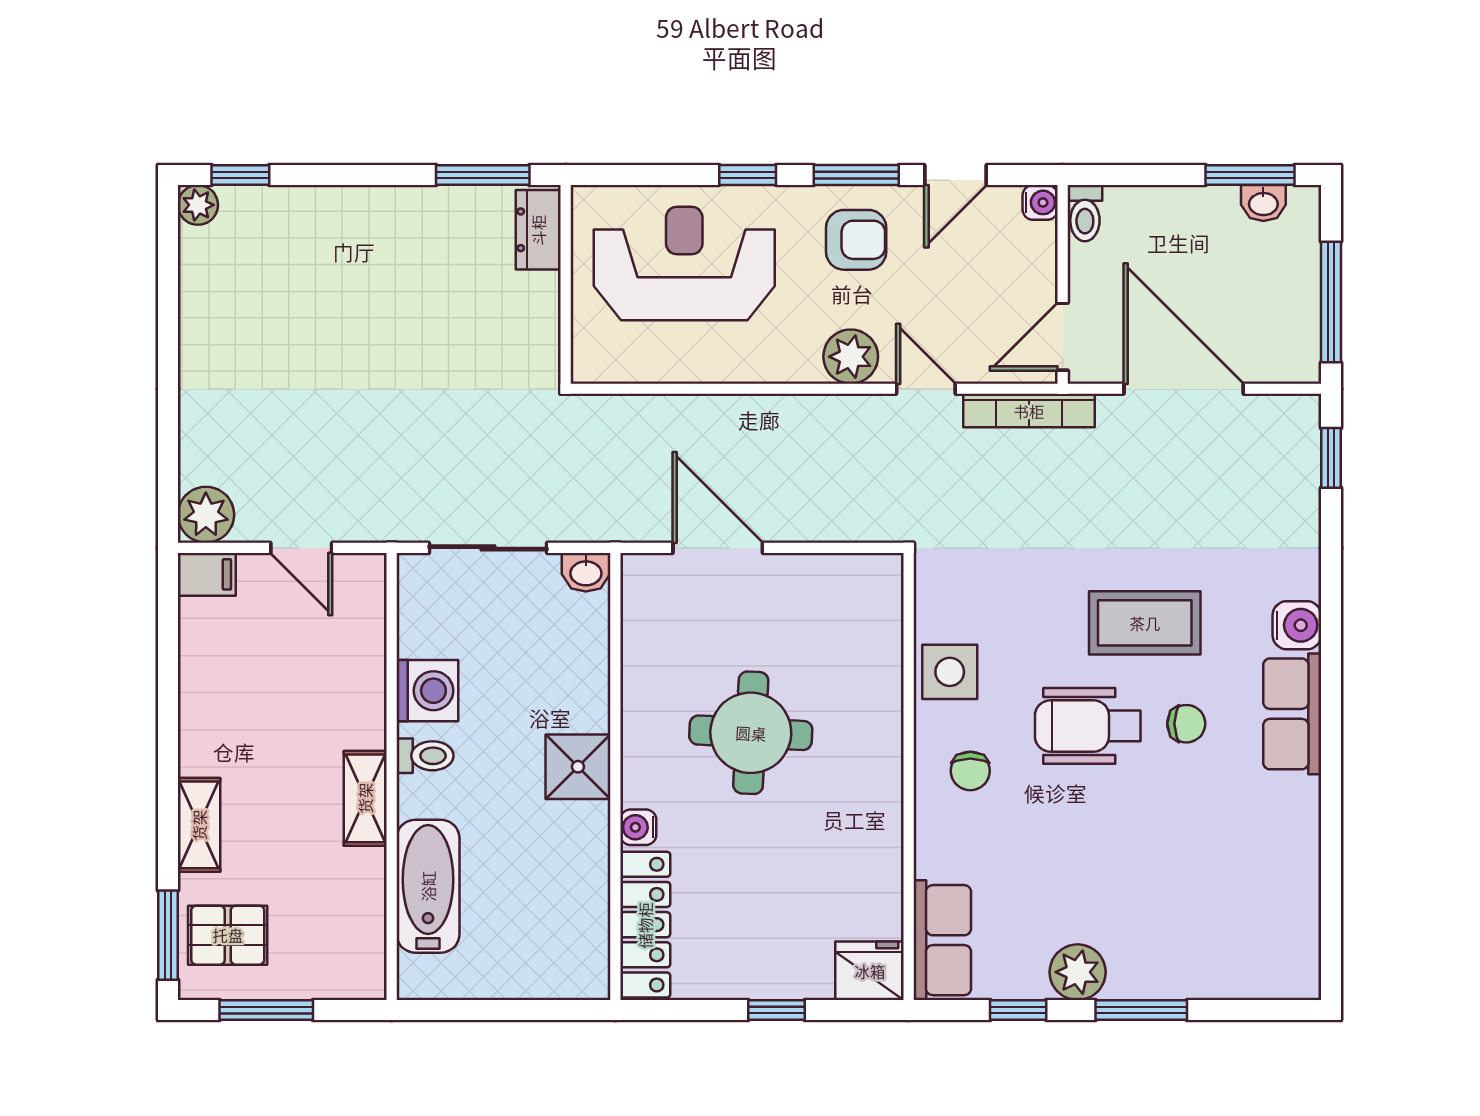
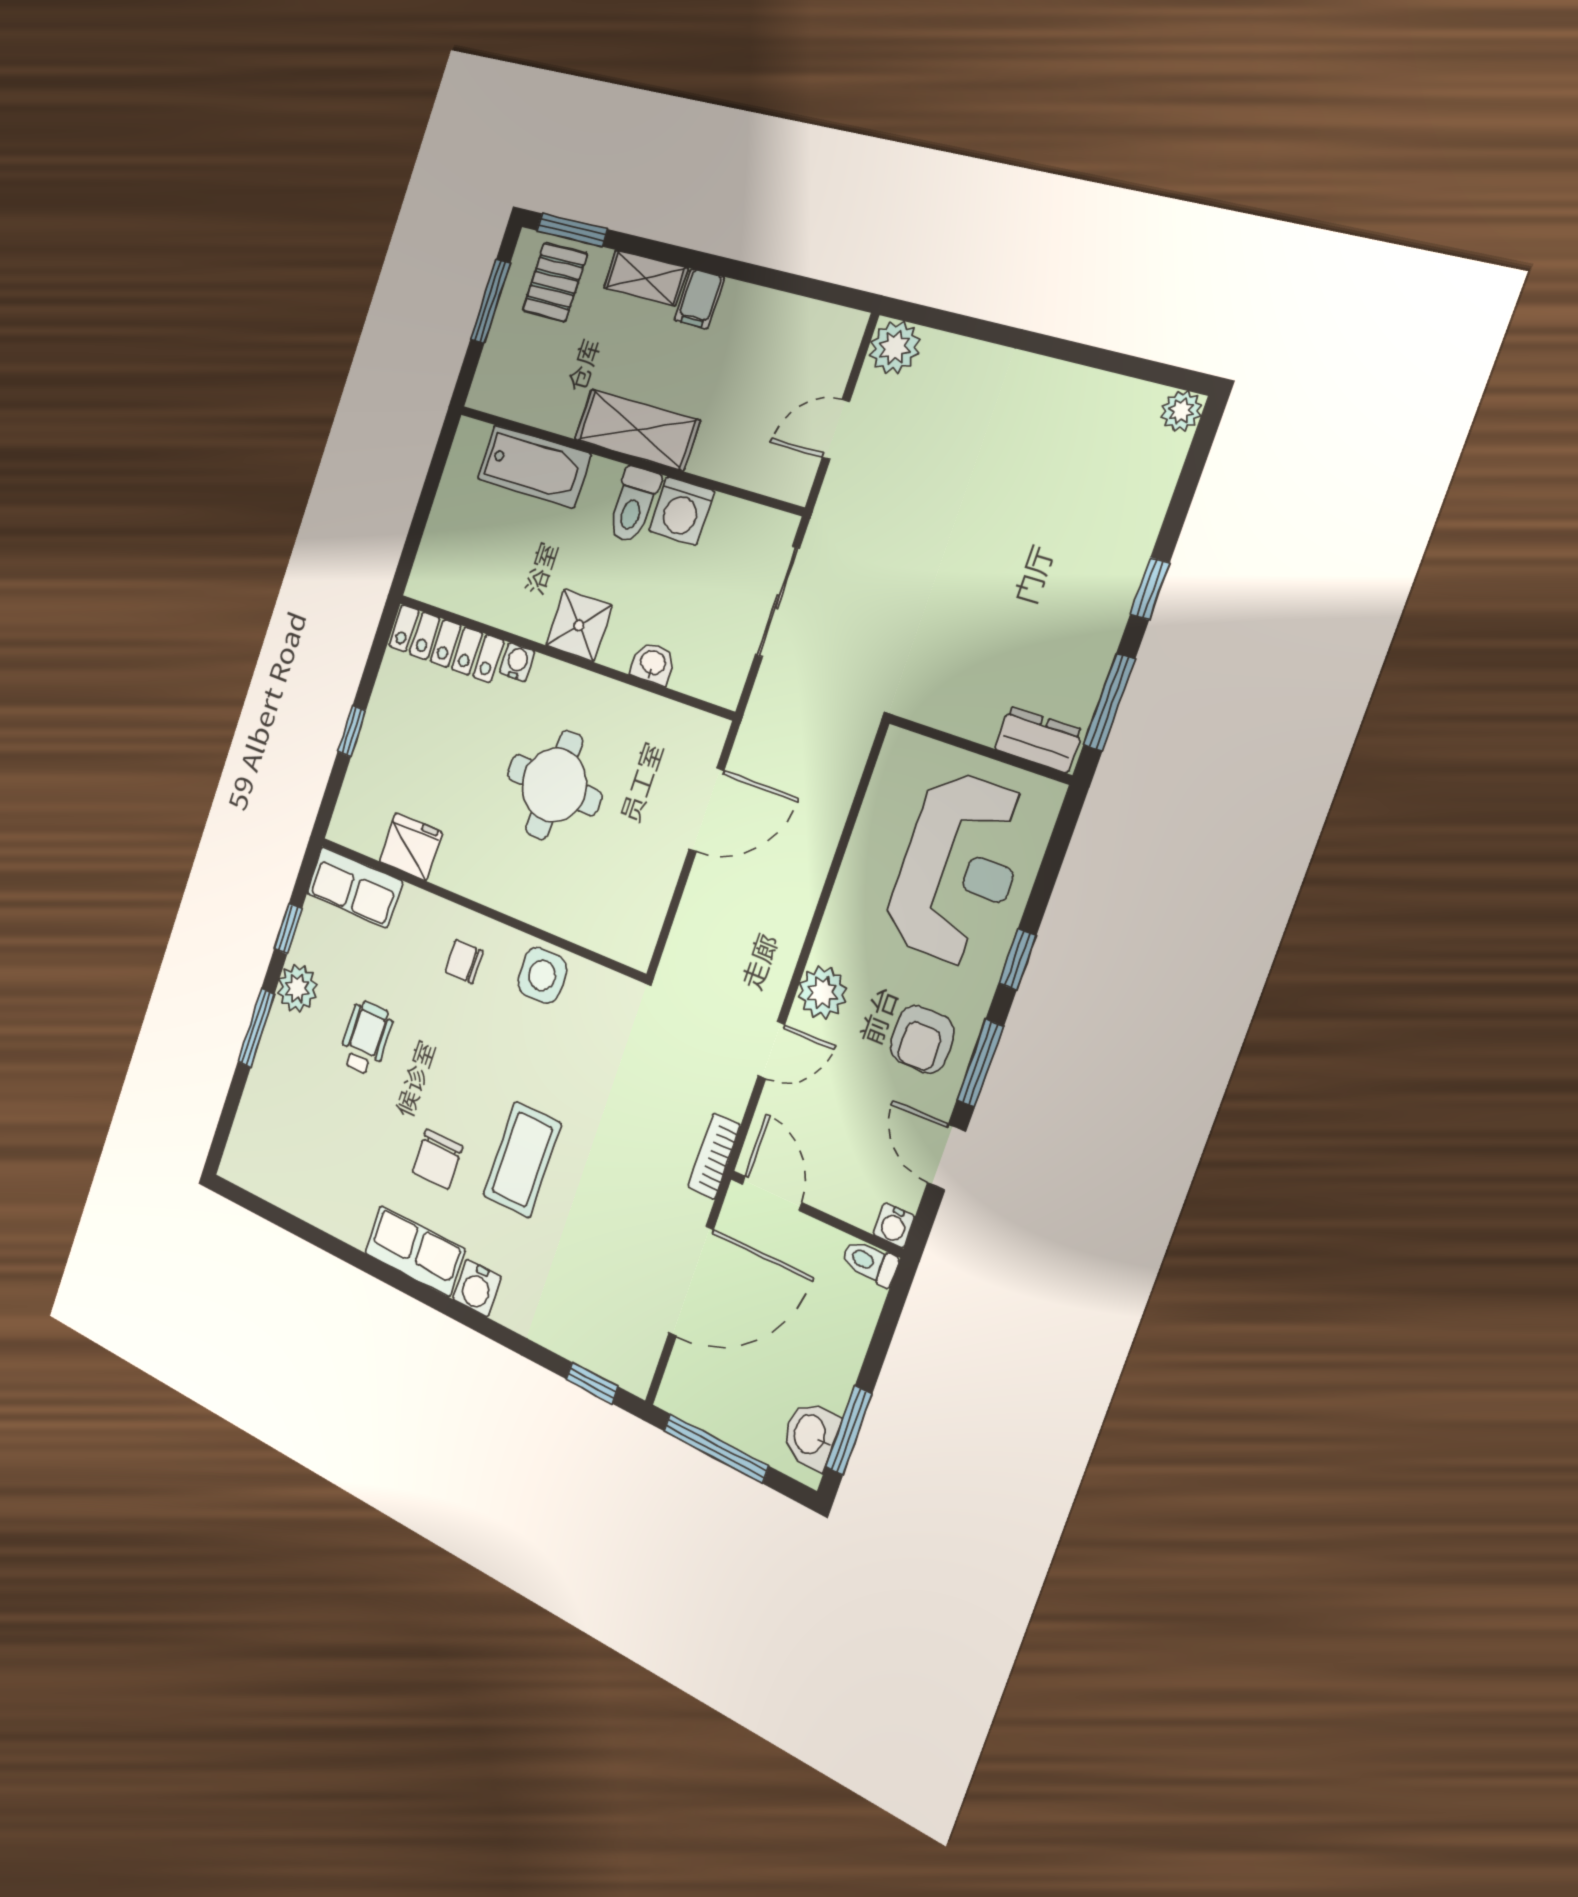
window: (240, 175) -> (1150, 589), moved
washbasin: (1263, 203) -> (811, 1435), width x1.38, depth x1.45
bookcase: (1029, 411) -> (714, 1156), width x0.64
washbasin: (586, 572) -> (653, 664), moved, turned 90
filing cabinet: (207, 574) -> (699, 299), moved
chair: (1186, 724) -> (437, 1159), width x1.37, depth x1.37
wheelchair: (1088, 726) -> (366, 1038), moved, width x0.73, depth x0.73
toilet: (425, 756) -> (634, 505), width x1.37, depth x1.39
shelving: (365, 798) -> (637, 430), width x1.50, depth x1.33
fridge: (870, 971) -> (411, 847), moved, turned -90

